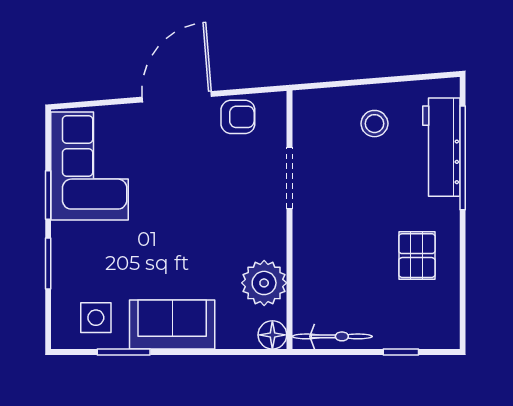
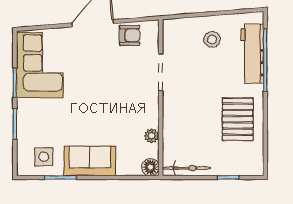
pallet: (417, 256) -> (238, 119), width x1.50, depth x1.42
plant: (264, 283) -> (152, 136), width x0.53, depth x0.53

